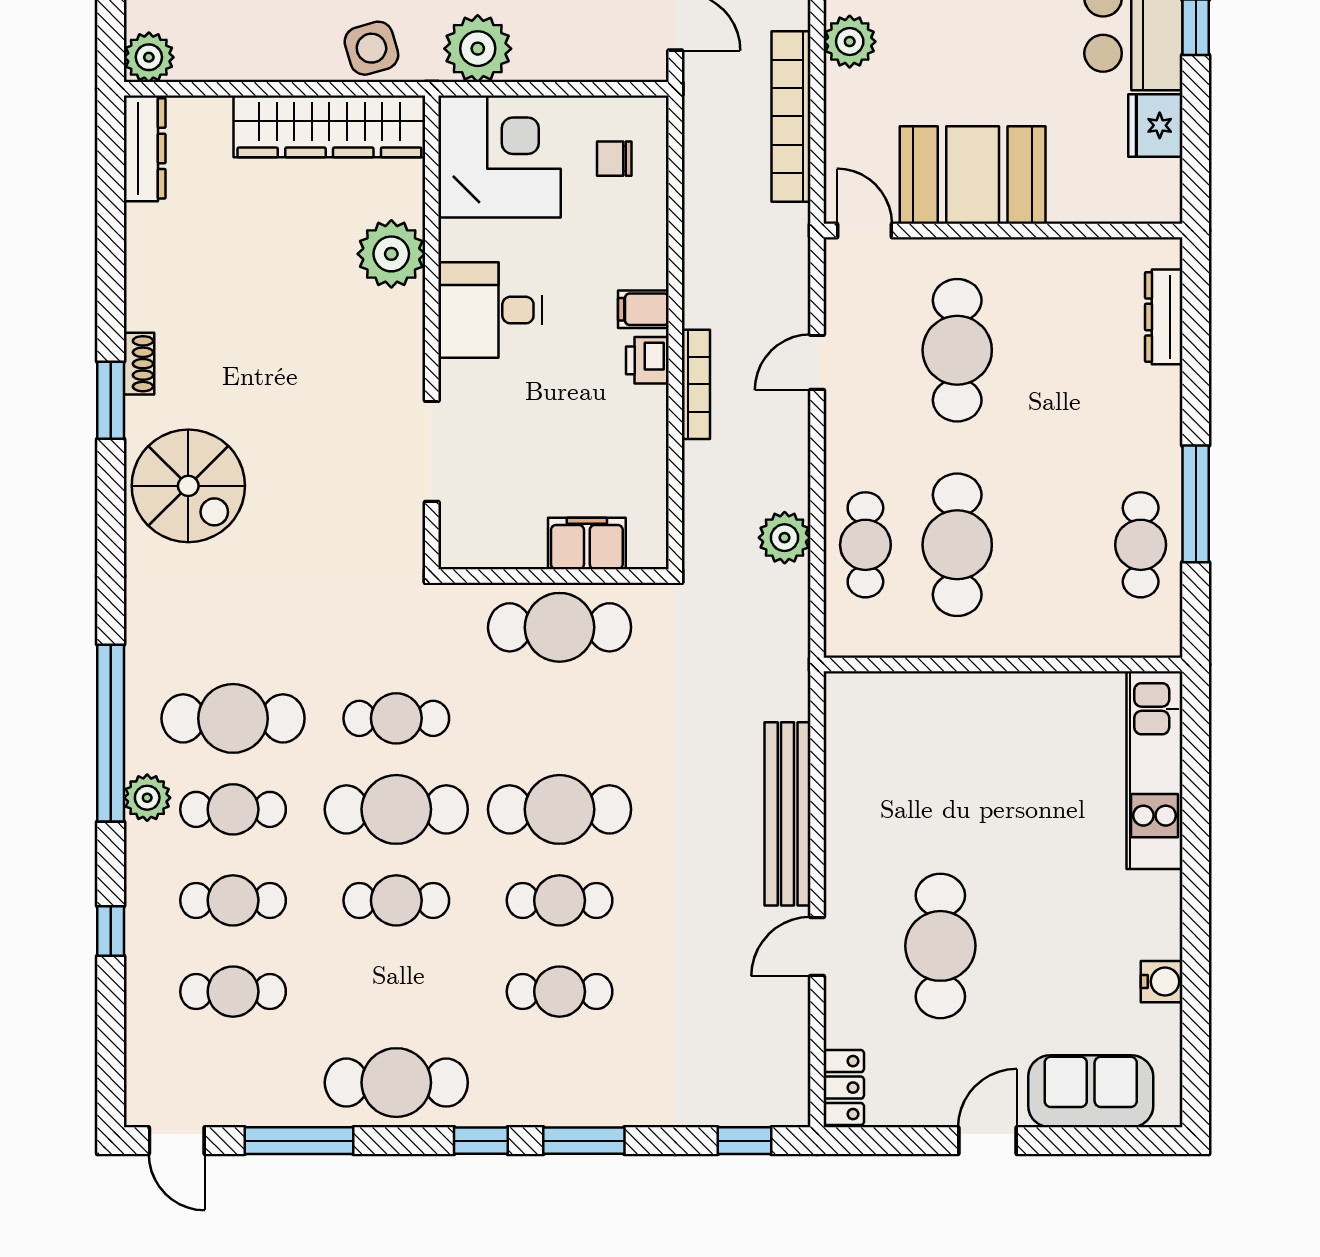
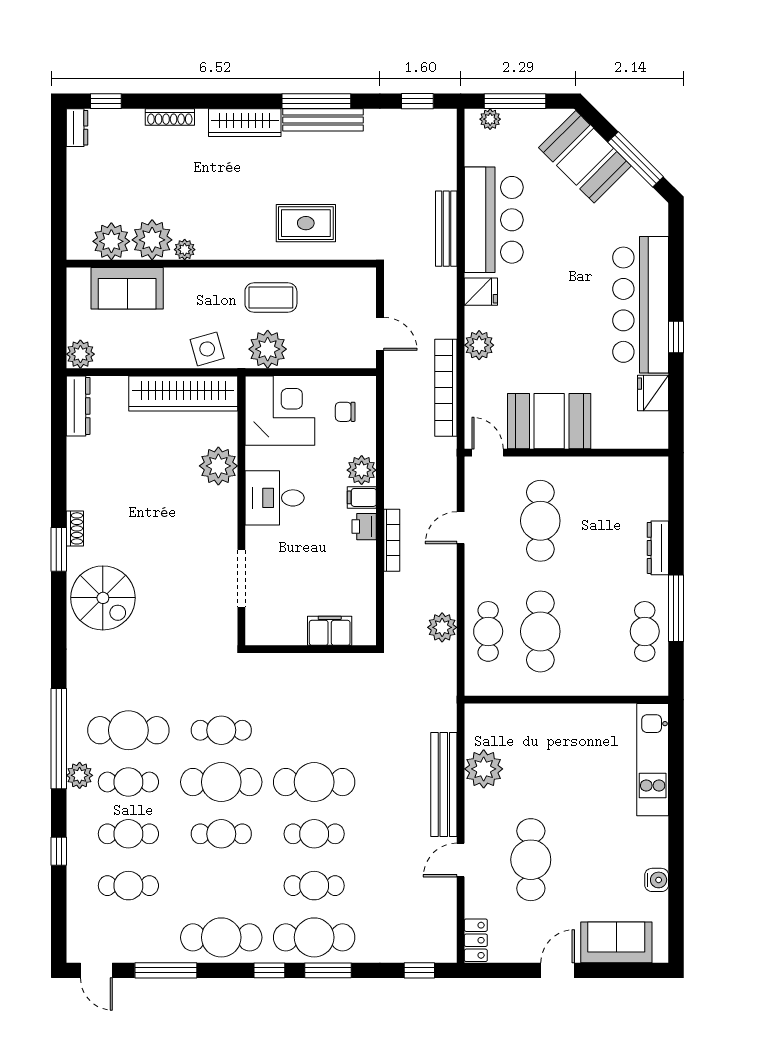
plant: (643, 261) -> (362, 470), added
dresser: (1164, 317) -> (658, 548), moved
cafe table: (560, 627) -> (314, 937), moved
plant: (858, 787) -> (484, 769), added

